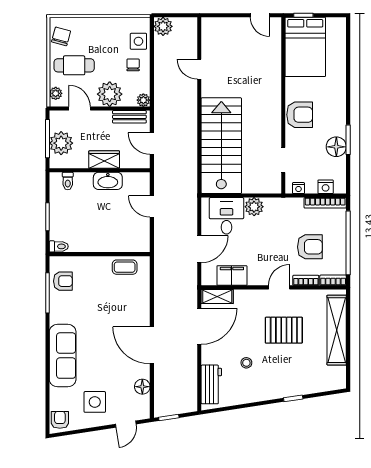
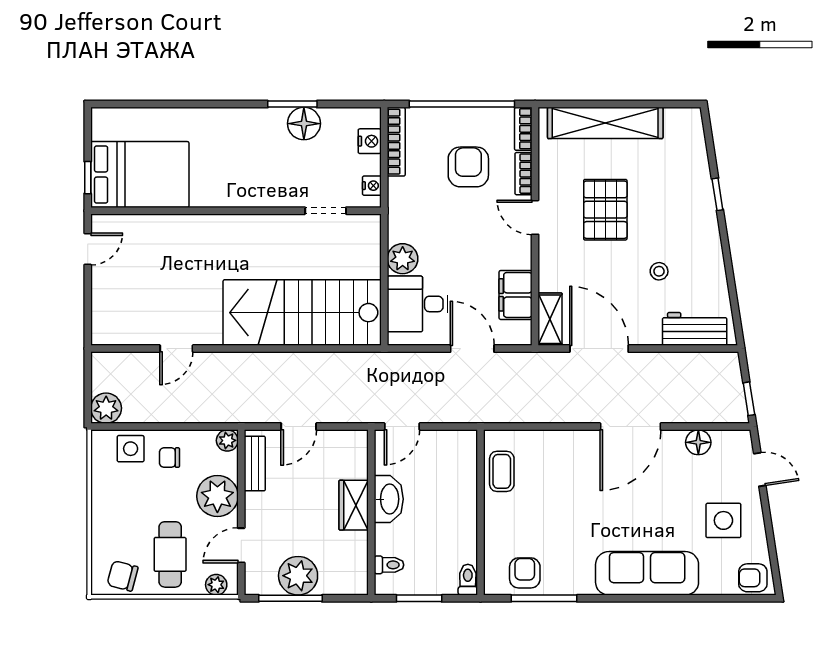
armchair: (300, 115) -> (251, 184), removed
wardrobe: (104, 160) -> (354, 505), moved
wall: (100, 170) -> (371, 512), moved
toilet: (68, 181) -> (389, 565), moved
washbasin: (108, 181) -> (389, 499), moved

